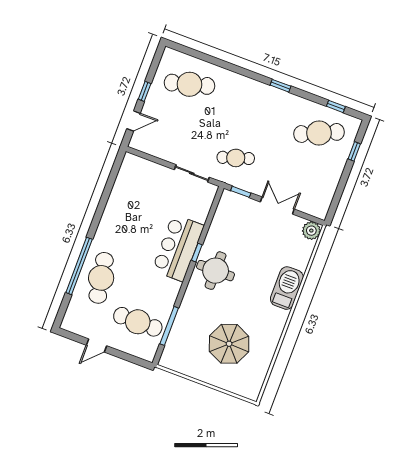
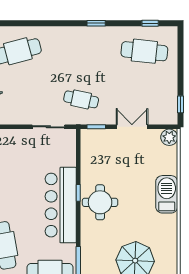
cafe table: (319, 133) -> (144, 51), turned 30
window: (354, 151) -> (180, 104), moved
cafe table: (236, 158) -> (81, 99), turned 30
bar counter: (178, 248) -> (61, 205), width x1.36

